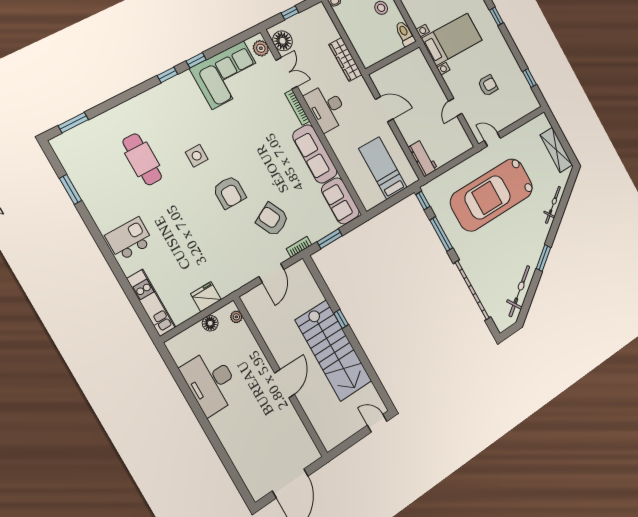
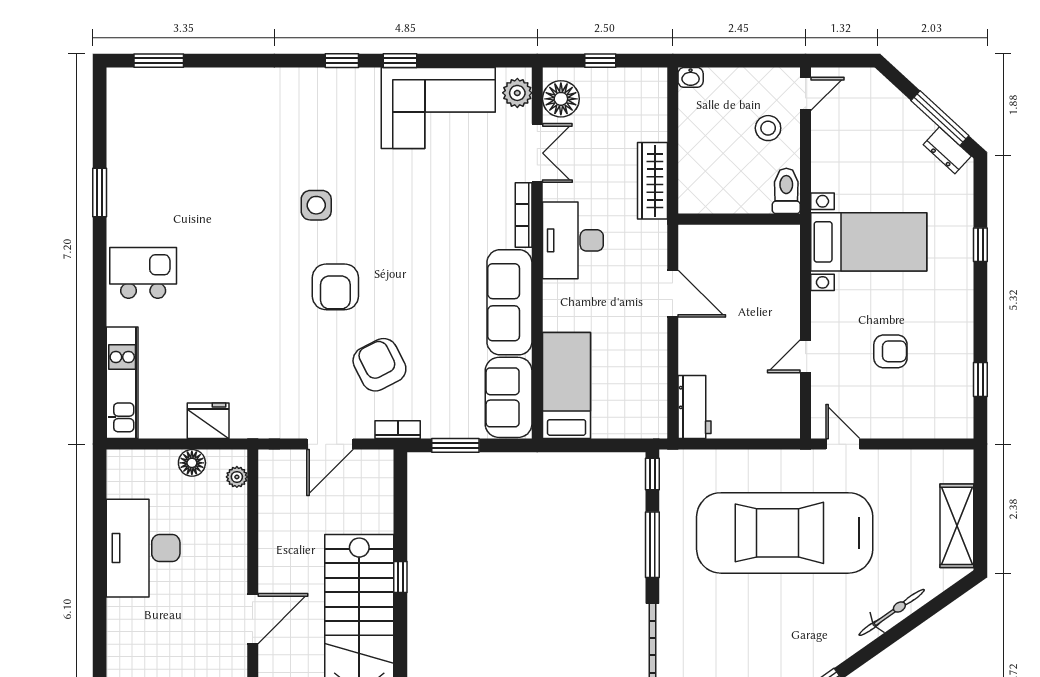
cafe table: (142, 159) -> (230, 167), removed
bed: (383, 168) -> (567, 386), moved
window: (71, 189) -> (100, 192), moved

